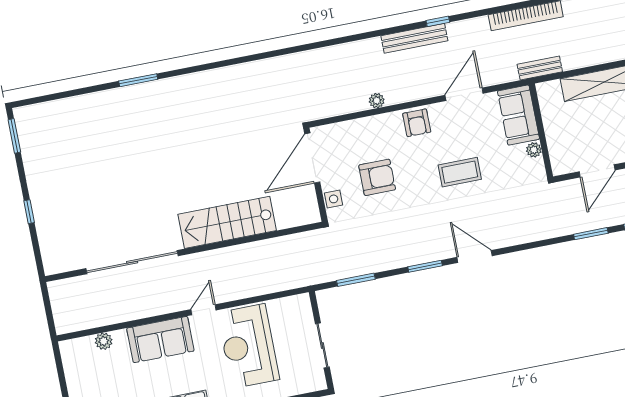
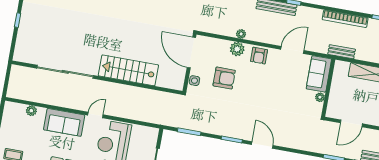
plant: (380, 126) -> (237, 49), added
door: (312, 158) -> (191, 52), hinge flipped
coffee table: (460, 172) -> (273, 93), removed

